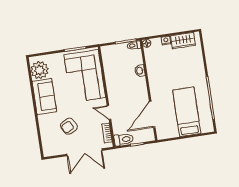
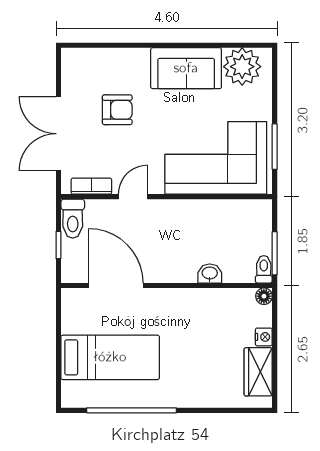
armchair: (69, 126) -> (117, 110), turned 118

